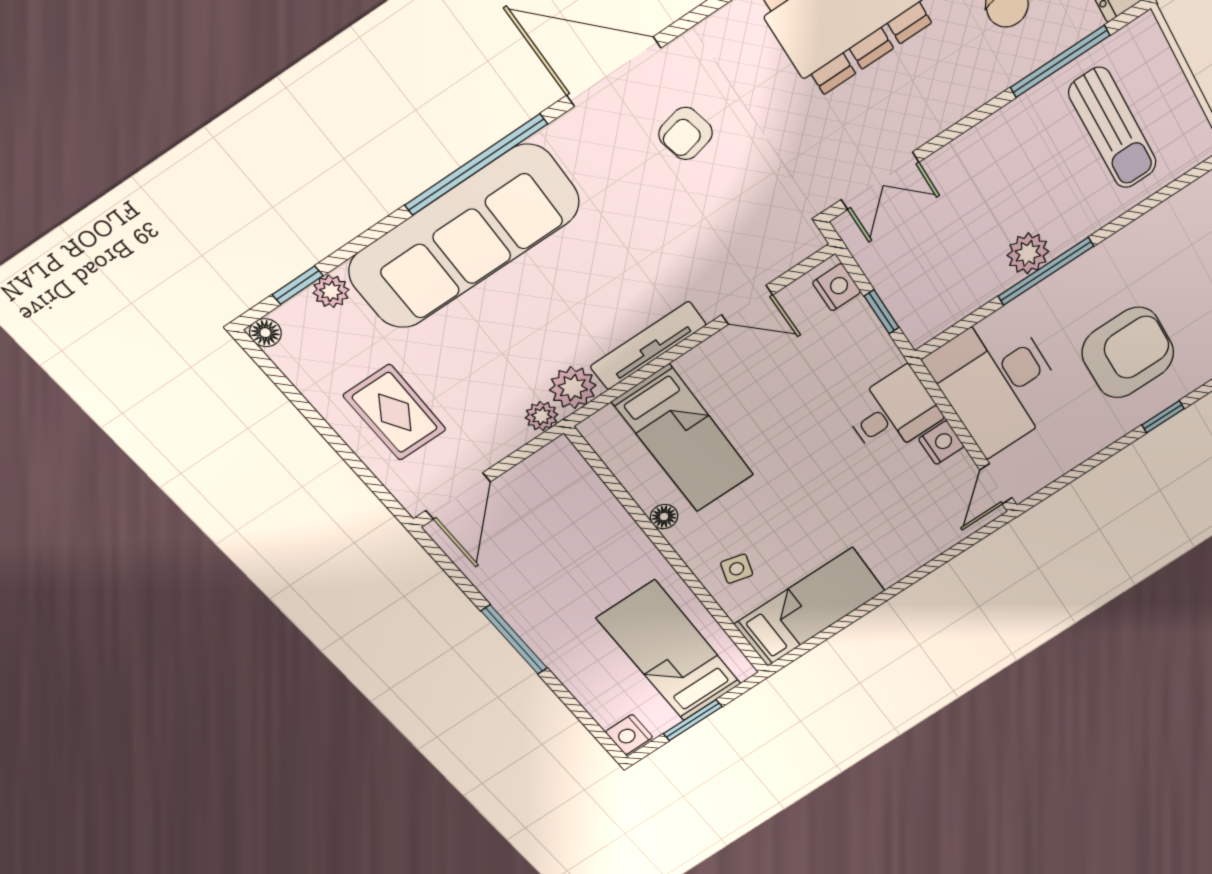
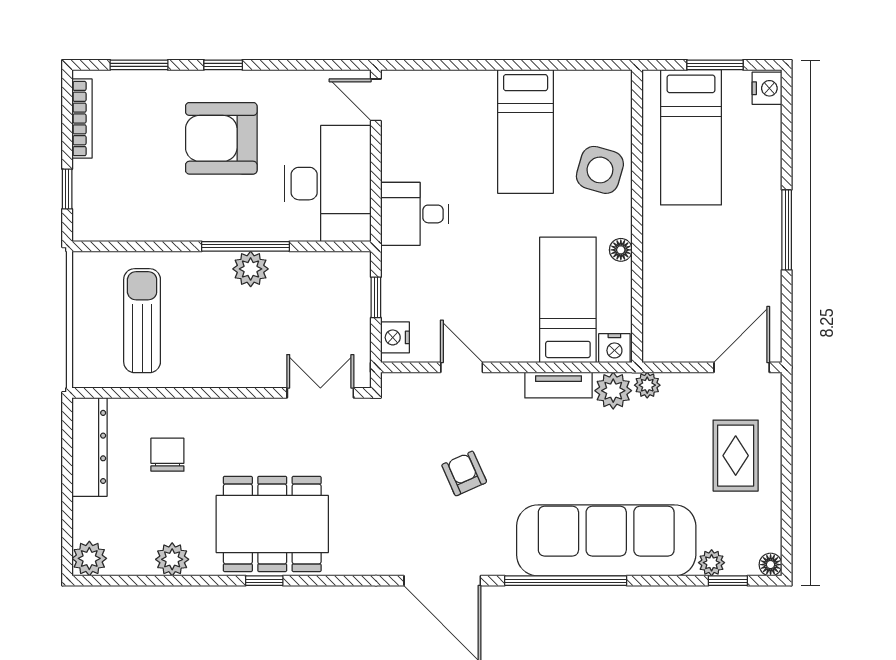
window: (1060, 61) -> (153, 393), removed
armchair: (686, 134) -> (464, 473), moved, turned -101
tv unit: (648, 346) -> (558, 385), width x0.71
nightstand: (941, 443) -> (614, 348), moved, turned -90
door: (996, 484) -> (376, 100), swing flipped
side table: (737, 569) -> (600, 170), width x1.87, depth x1.87
bed: (810, 607) -> (526, 131), moved, turned -90

